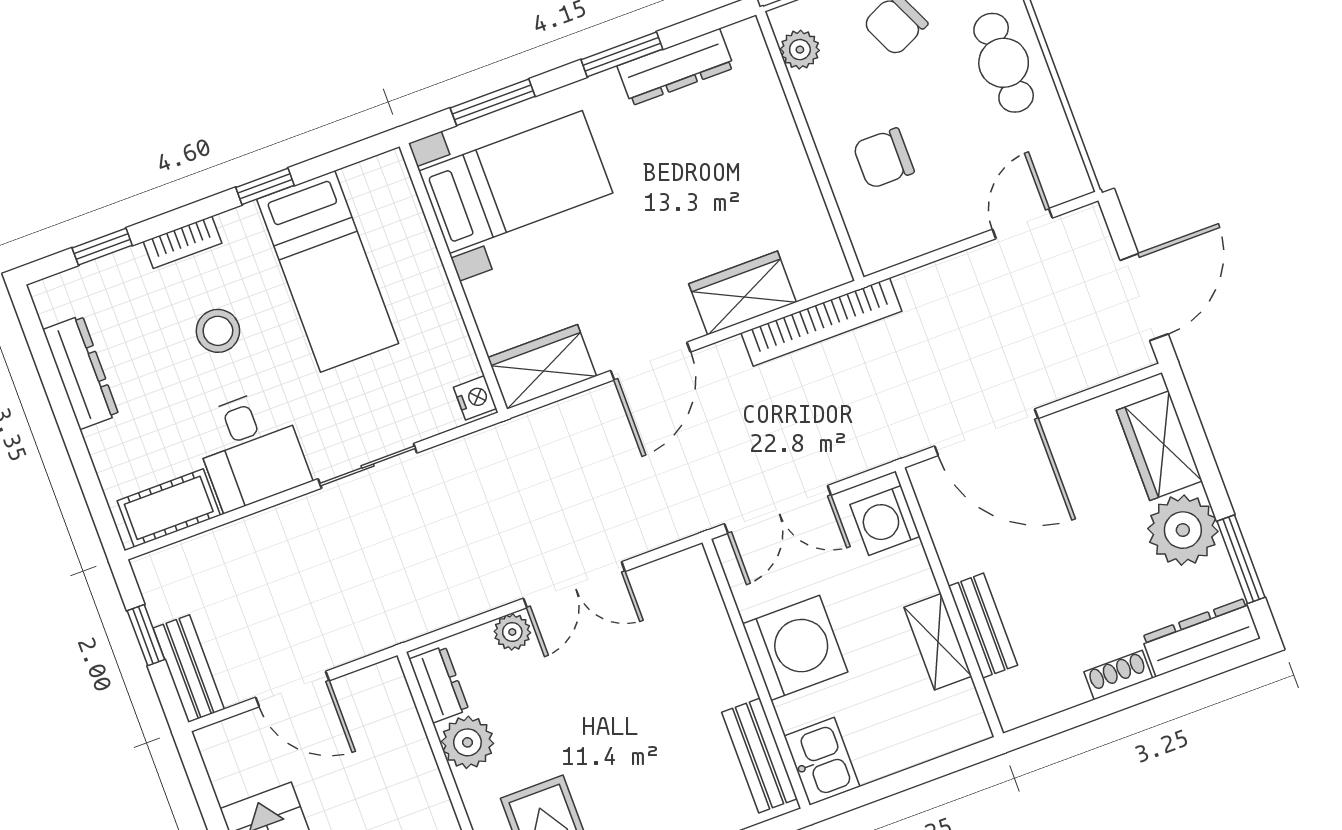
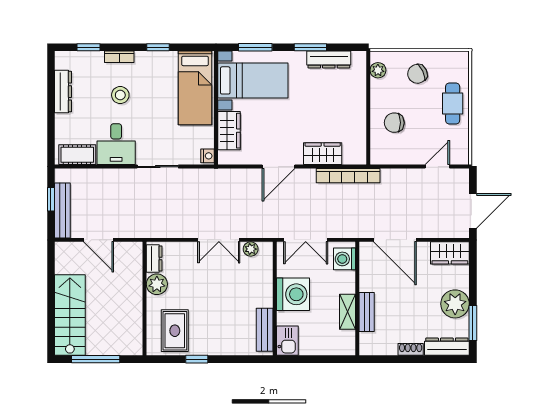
bed: (328, 271) -> (195, 88), moved
wardrobe: (542, 367) -> (229, 131), moved, turned 90
wardrobe: (1159, 446) -> (450, 253), moved, turned -90
plant: (512, 632) -> (251, 249), moved
bench: (189, 669) -> (62, 210), width x1.36

